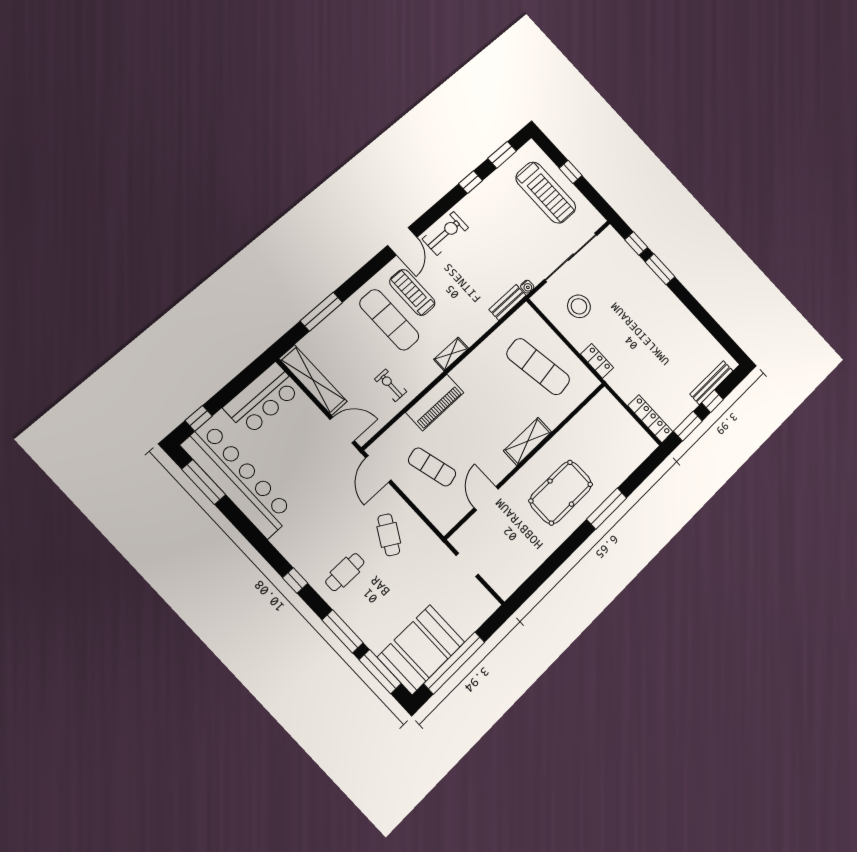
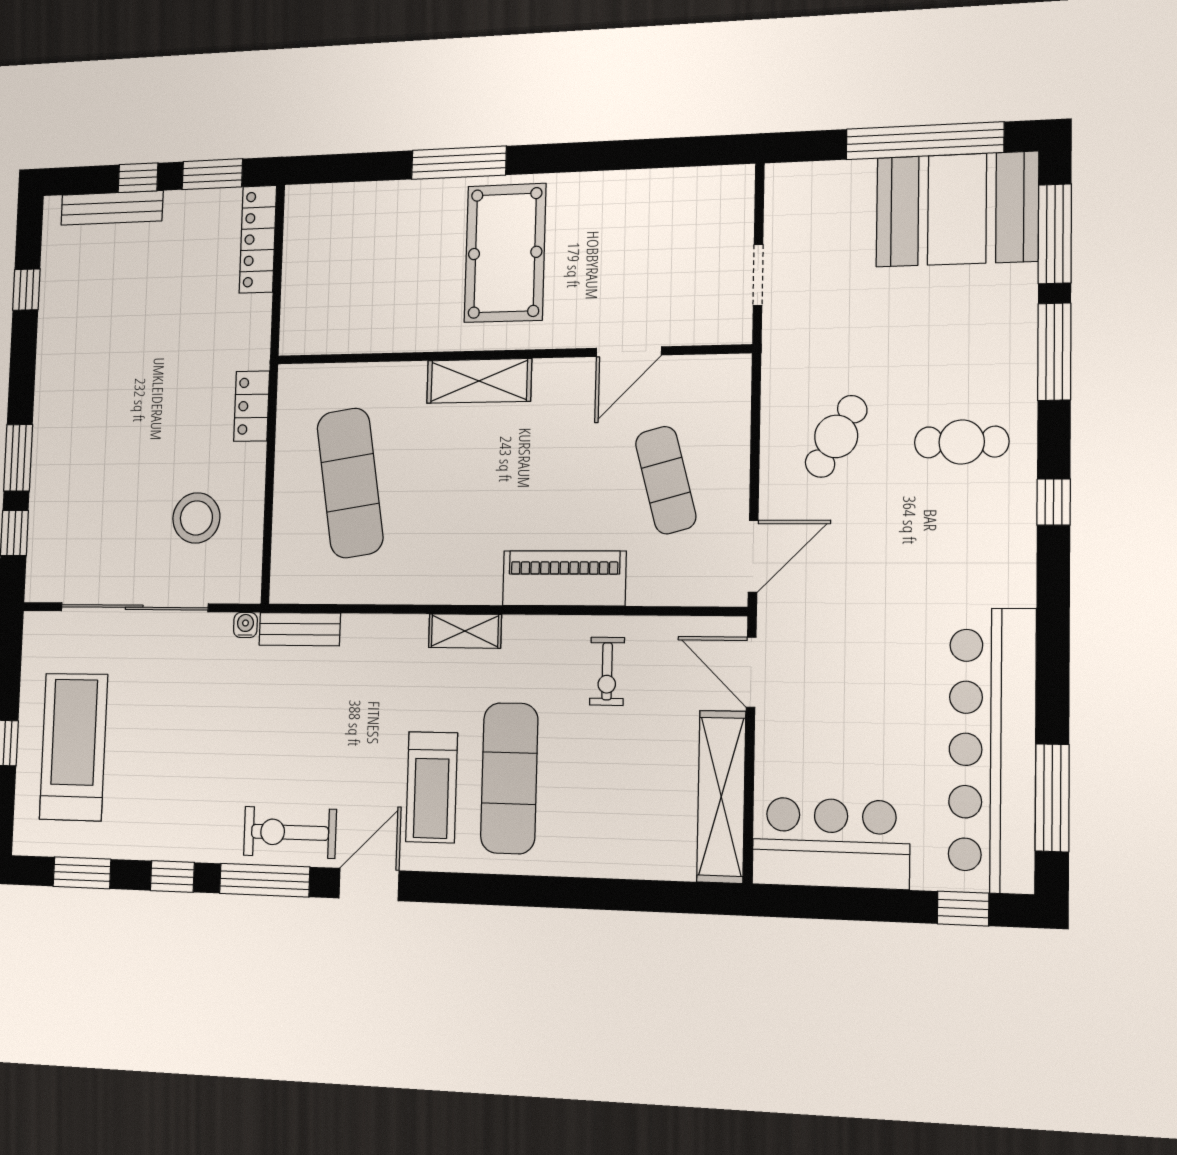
window: (321, 312) -> (265, 880), moved
window: (714, 328) -> (26, 290), added
pool table: (561, 493) -> (505, 253), turned 90

